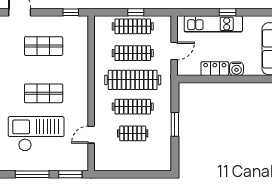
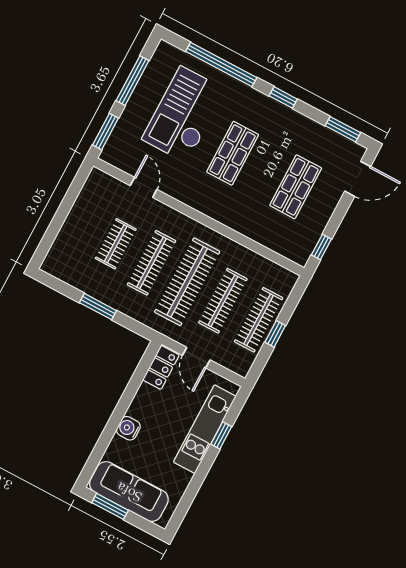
window: (227, 12) -> (221, 435), moved
locker: (215, 69) -> (161, 367), moved
checkout: (36, 134) -> (184, 114), turned 180

